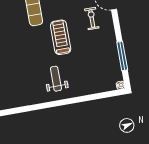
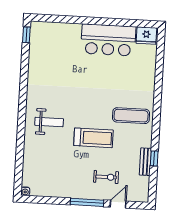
window: (122, 56) -> (87, 202), moved

